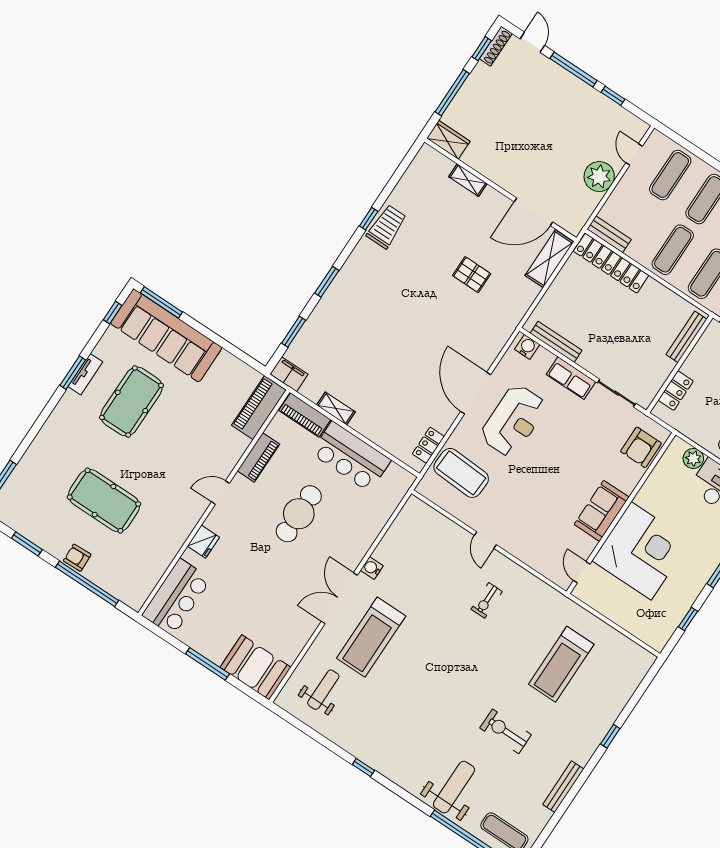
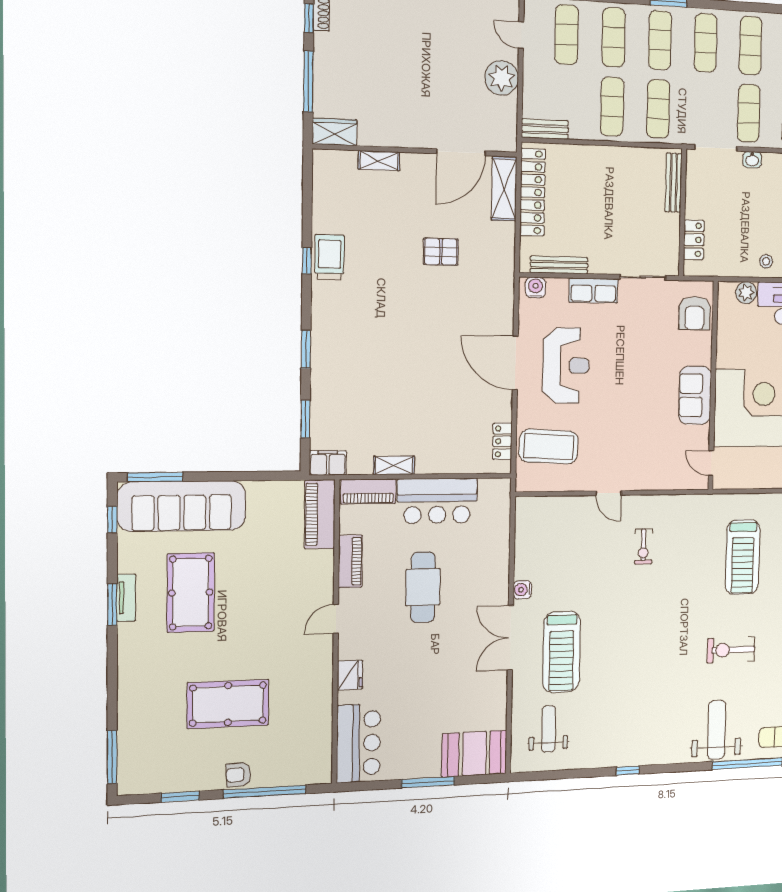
locker: (611, 263) -> (532, 192), moved, turned -90

